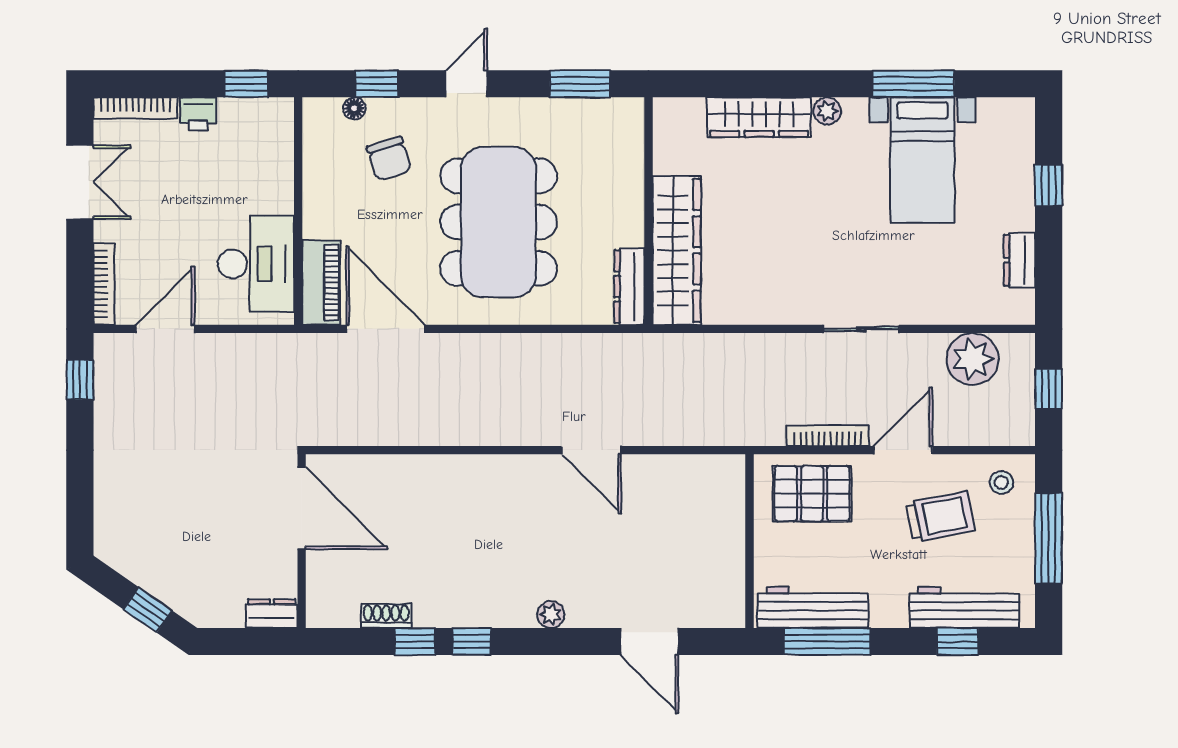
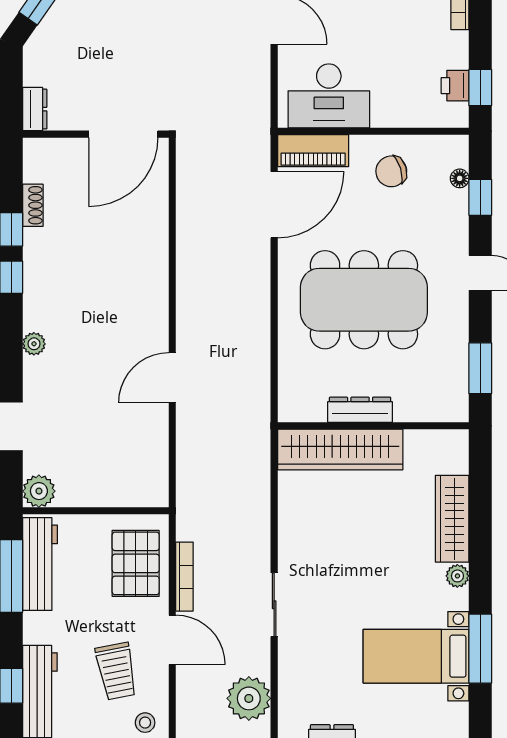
printer: (198, 114) -> (455, 86), moved
chair: (389, 159) -> (391, 171), moved
dresser: (629, 286) -> (360, 410), moved
plant: (726, 609) -> (39, 491), added

